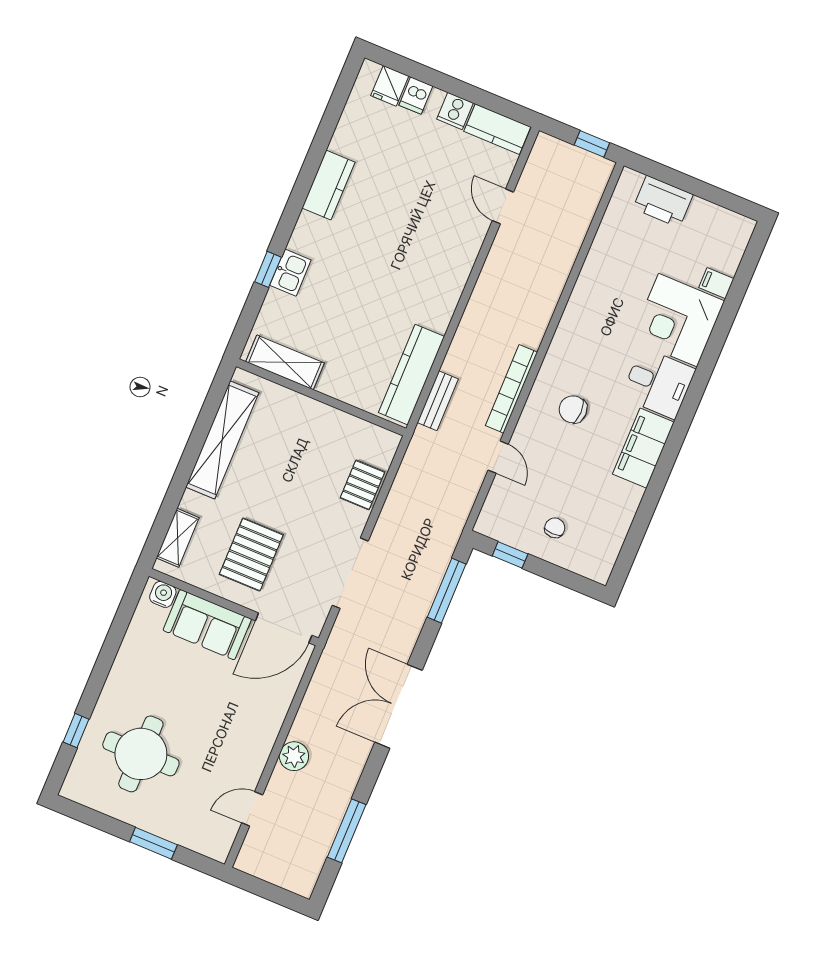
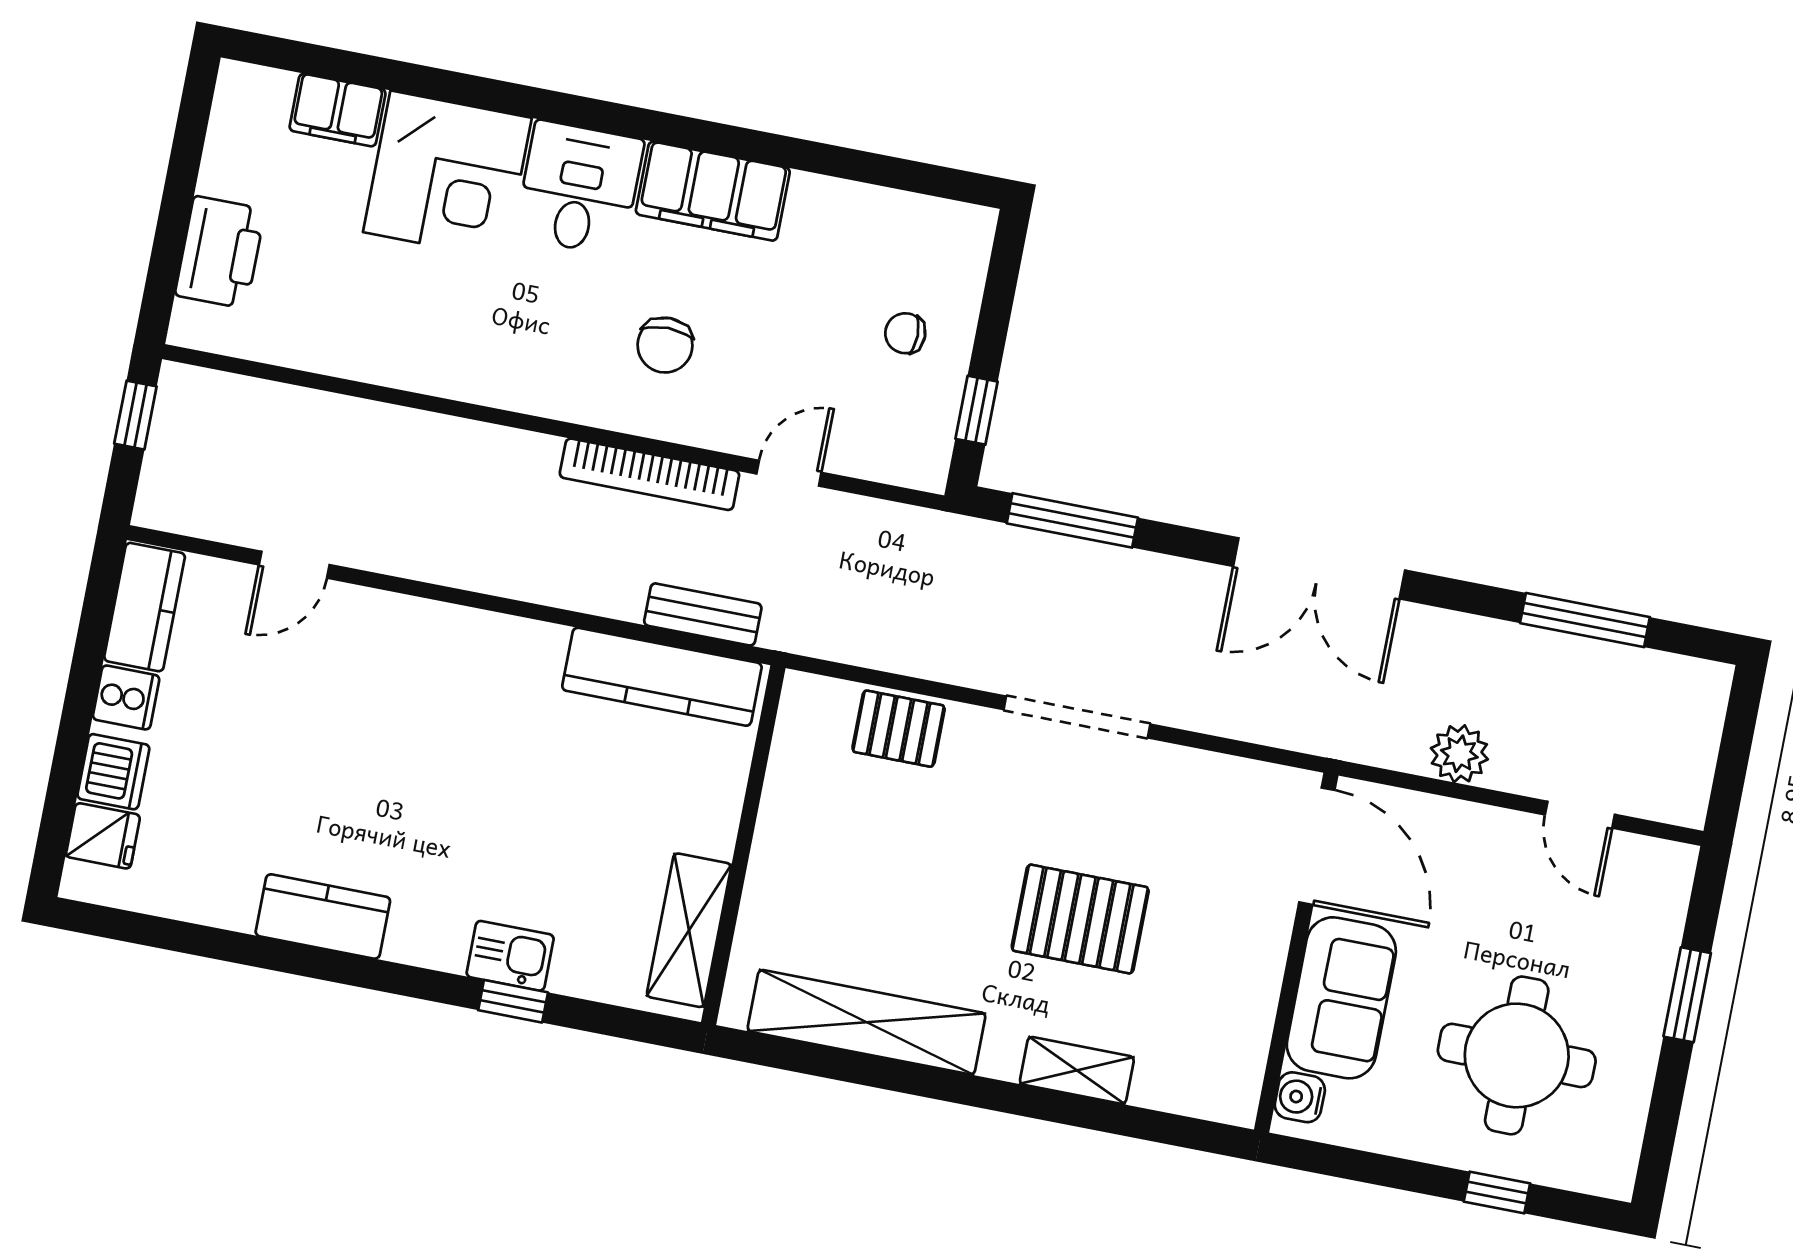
dishwasher: (416, 96) -> (113, 772), width x1.38
filing cabinet: (716, 283) -> (338, 110), width x2.00
water cooler: (163, 594) -> (1300, 1097), moved
wall: (234, 607) -> (1296, 953), moved
sofa: (207, 625) -> (1341, 998), moved
door: (284, 628) -> (1317, 846), moved

